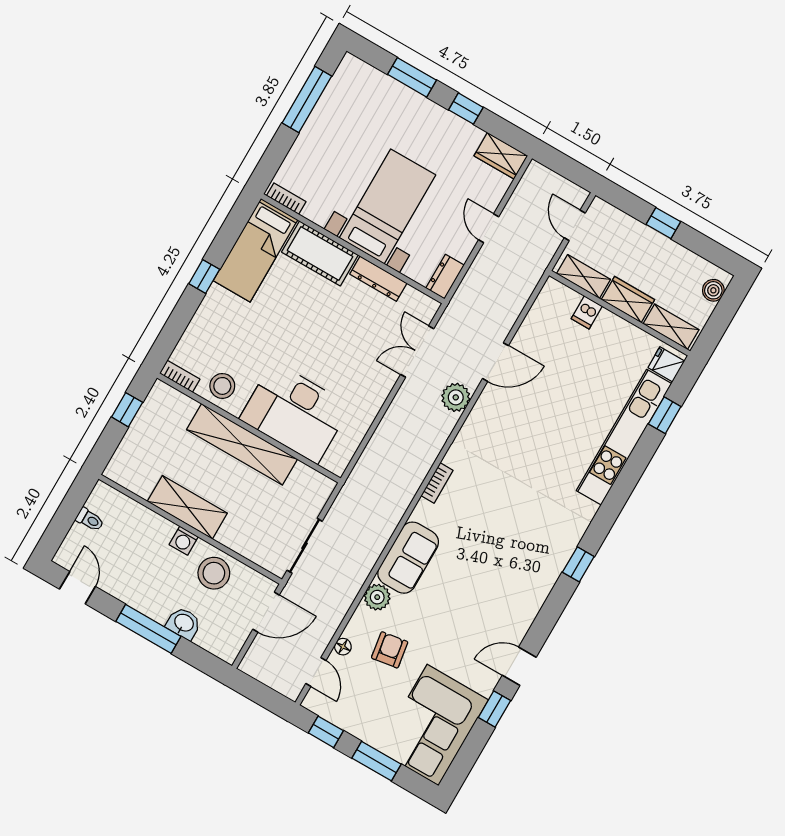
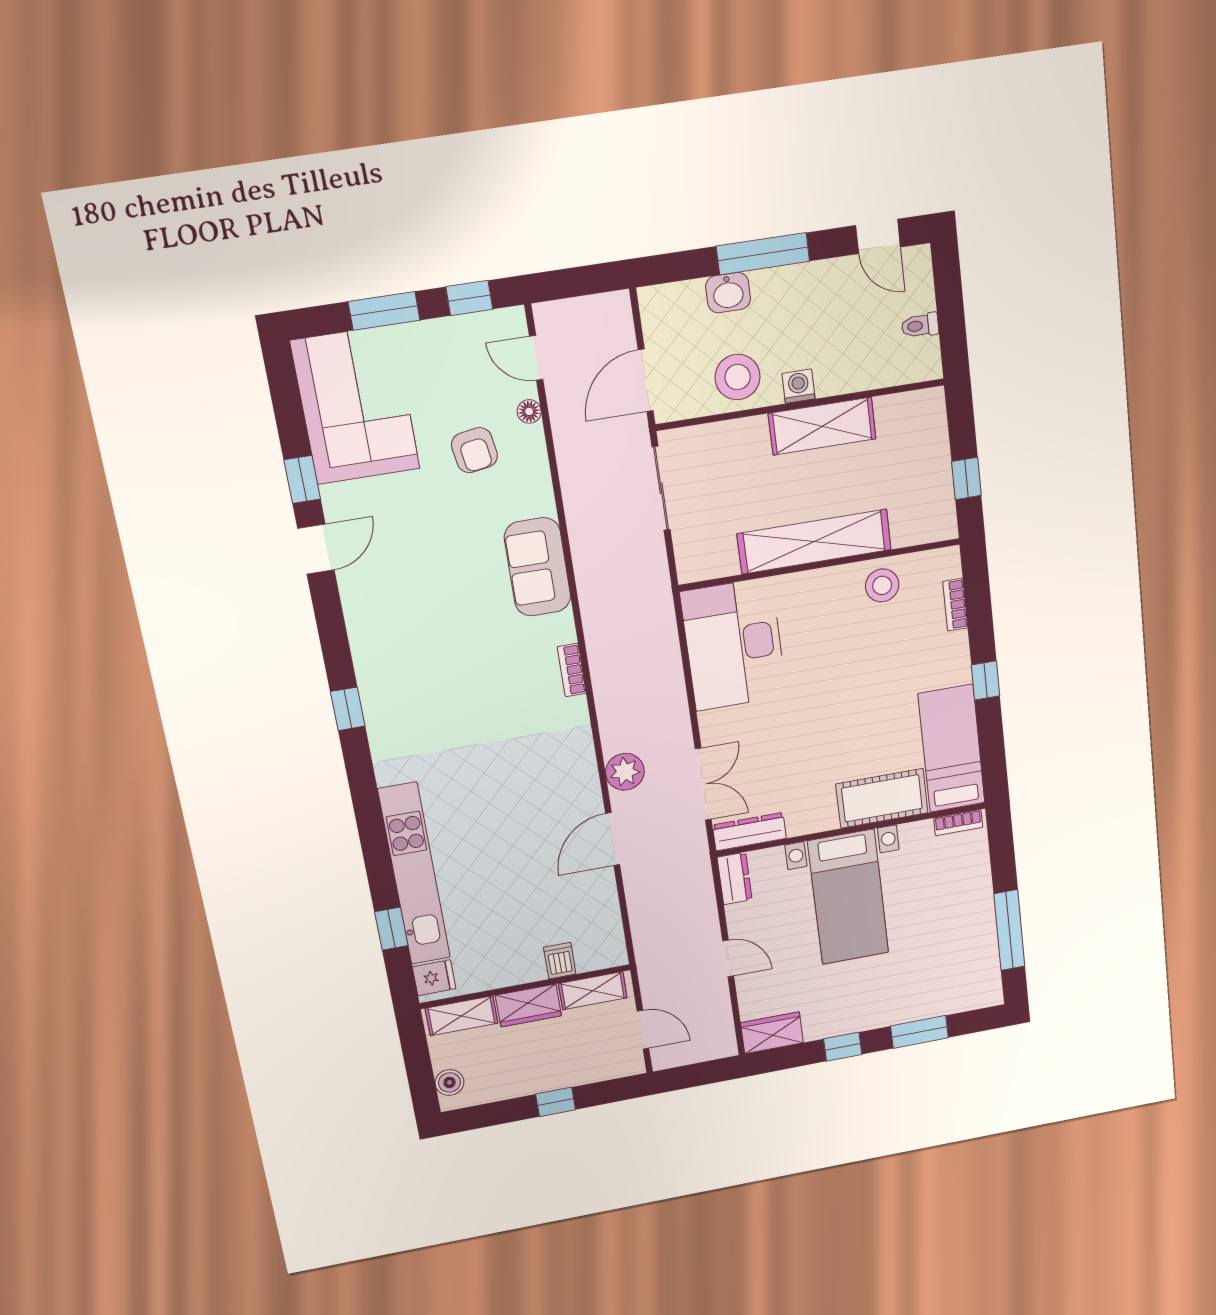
dresser: (378, 279) -> (749, 832), moved
bookcase: (180, 376) -> (955, 605), moved, turned 90
desk: (295, 412) -> (734, 644), moved, turned -90
plant: (377, 597) -> (536, 497), removed

